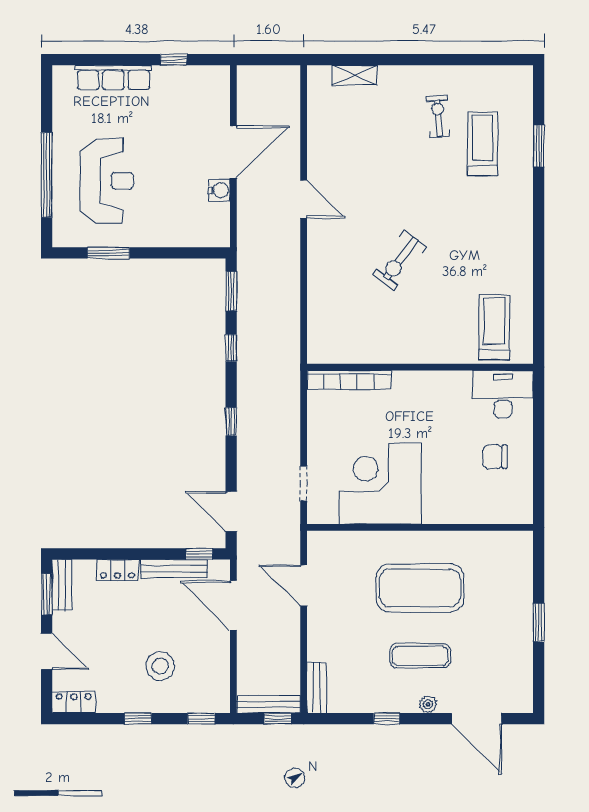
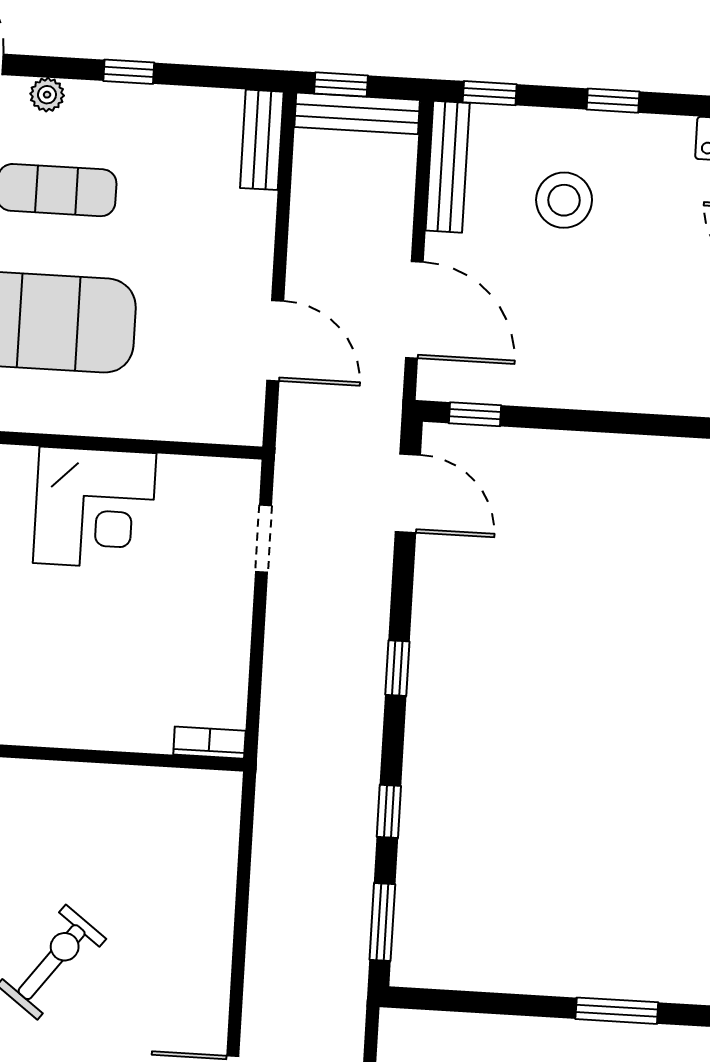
bookcase: (349, 380) -> (209, 743), width x0.43, depth x0.76
corner desk: (380, 483) -> (95, 508), width x0.74, depth x0.74
bench: (174, 569) -> (448, 167), moved, turned 90
locker: (117, 570) -> (636, 392), removed

